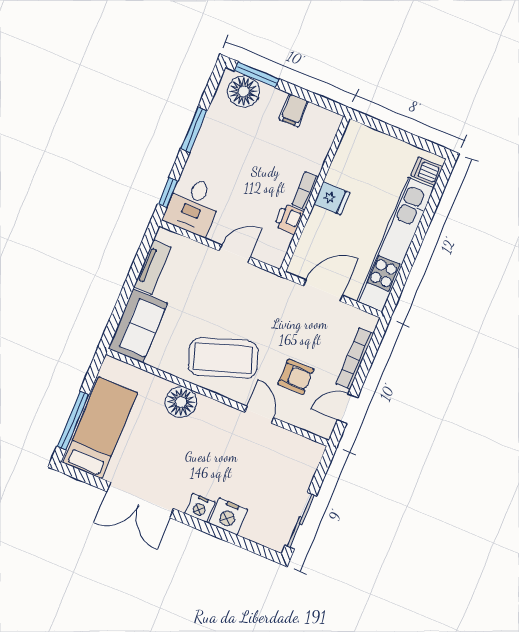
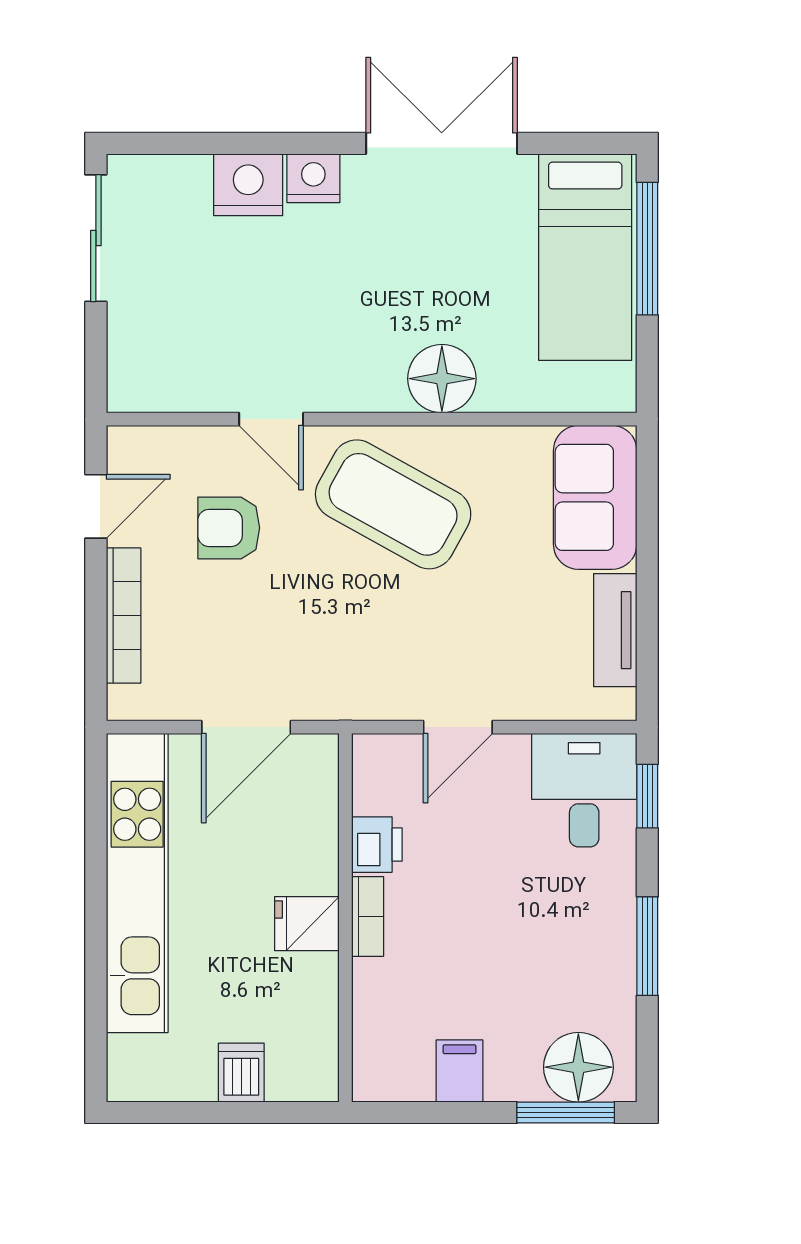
dishwasher: (427, 171) -> (241, 1073), moved, turned -90
coffee table: (223, 358) -> (393, 504), turned 48

